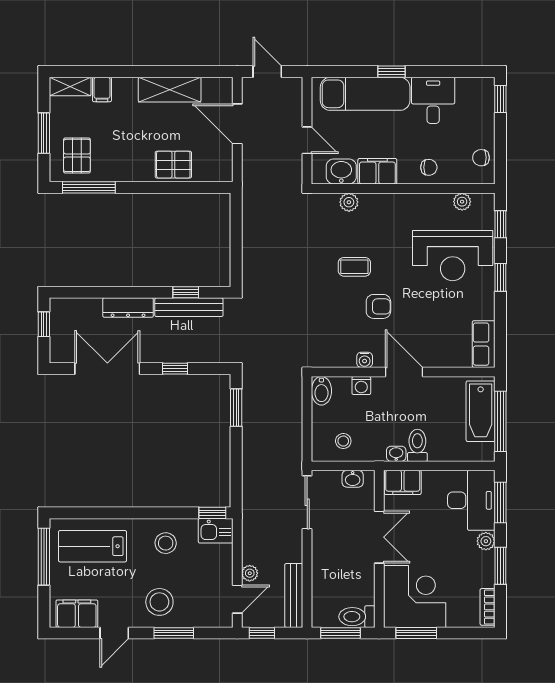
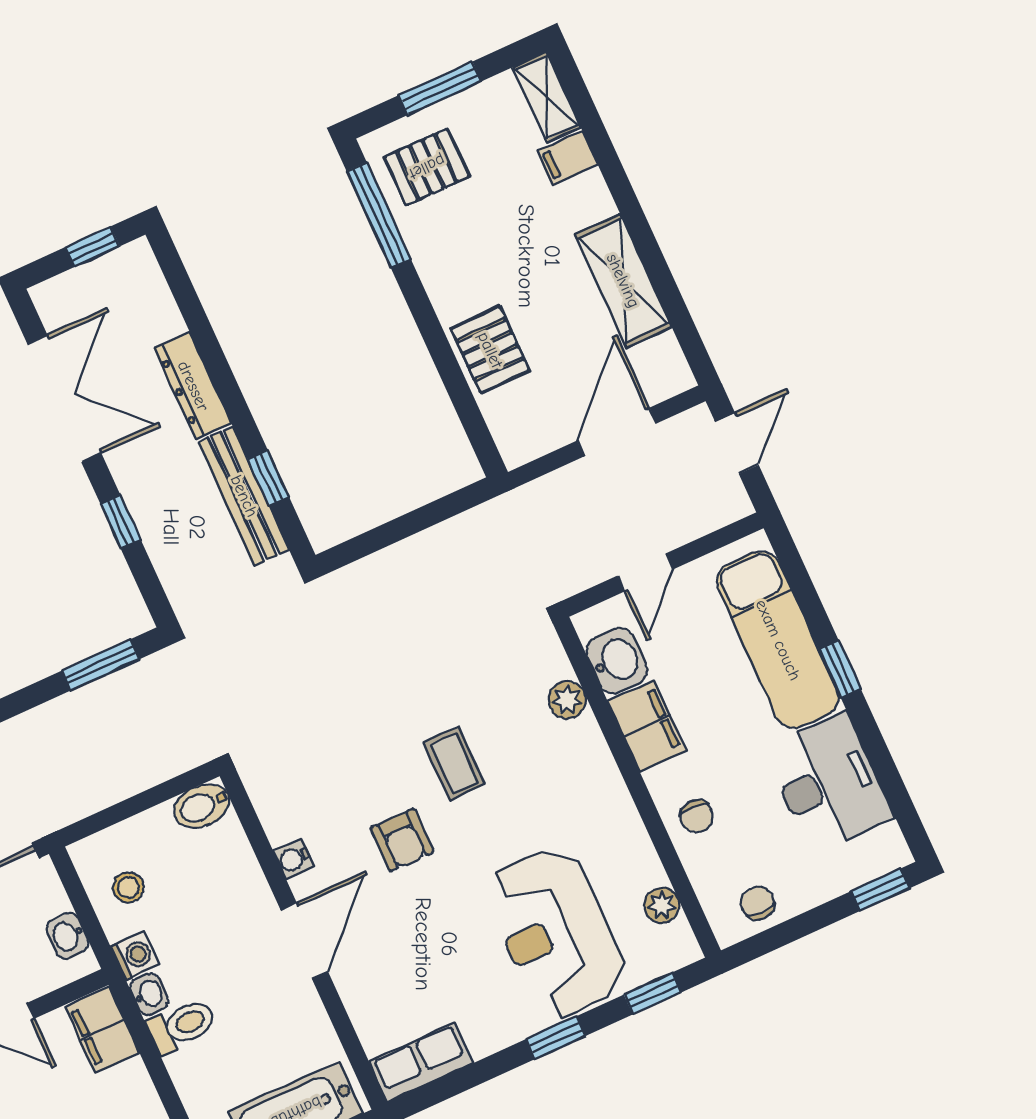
desk: (433, 100) -> (829, 783), width x1.37
washing machine: (361, 386) -> (135, 956), moved, turned 180

